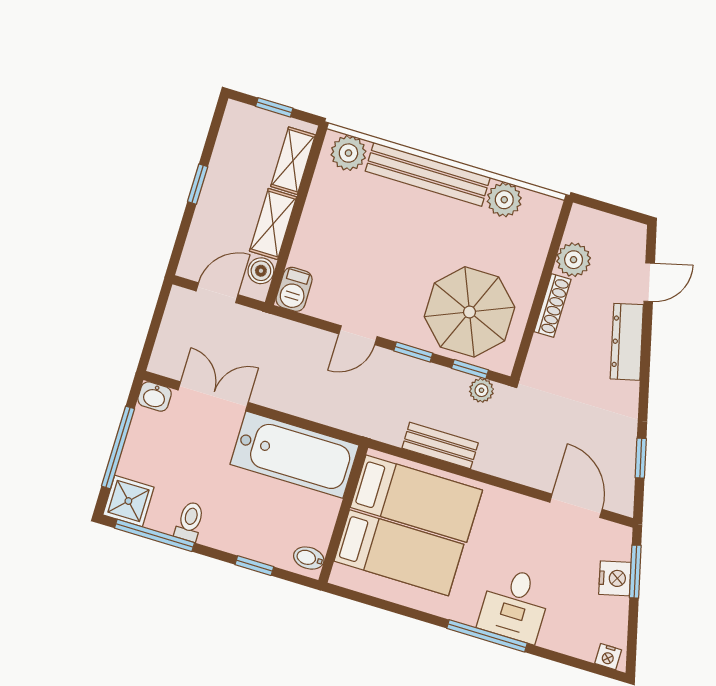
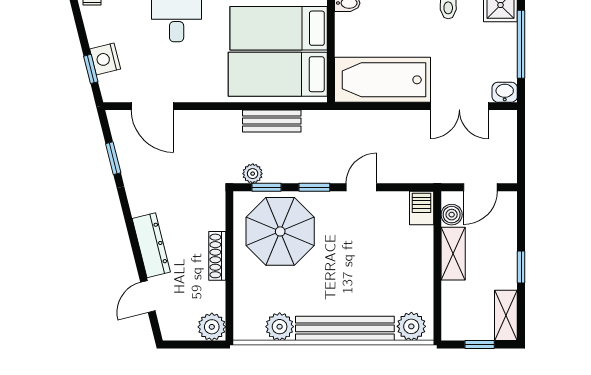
shelving: (293, 161) -> (506, 315), moved
plant: (574, 260) -> (212, 327), moved
window: (635, 572) -> (91, 69), width x0.67

